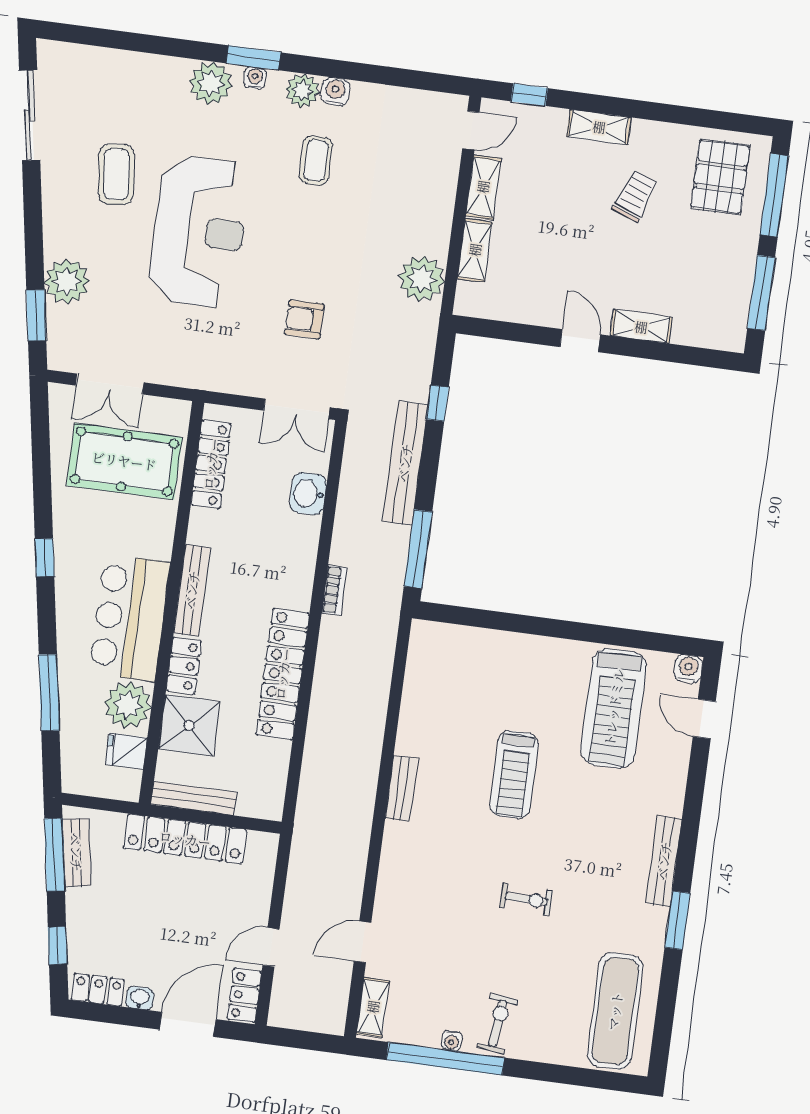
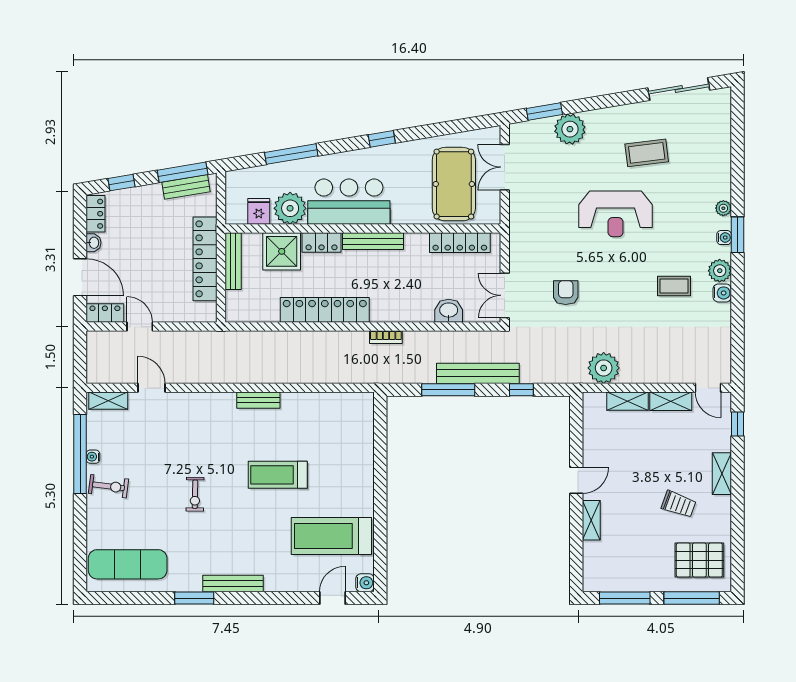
plant: (211, 83) -> (723, 208), width x0.53, depth x0.53
reception desk: (199, 231) -> (616, 214), width x0.74, depth x0.77
window: (418, 549) -> (448, 390), moved

